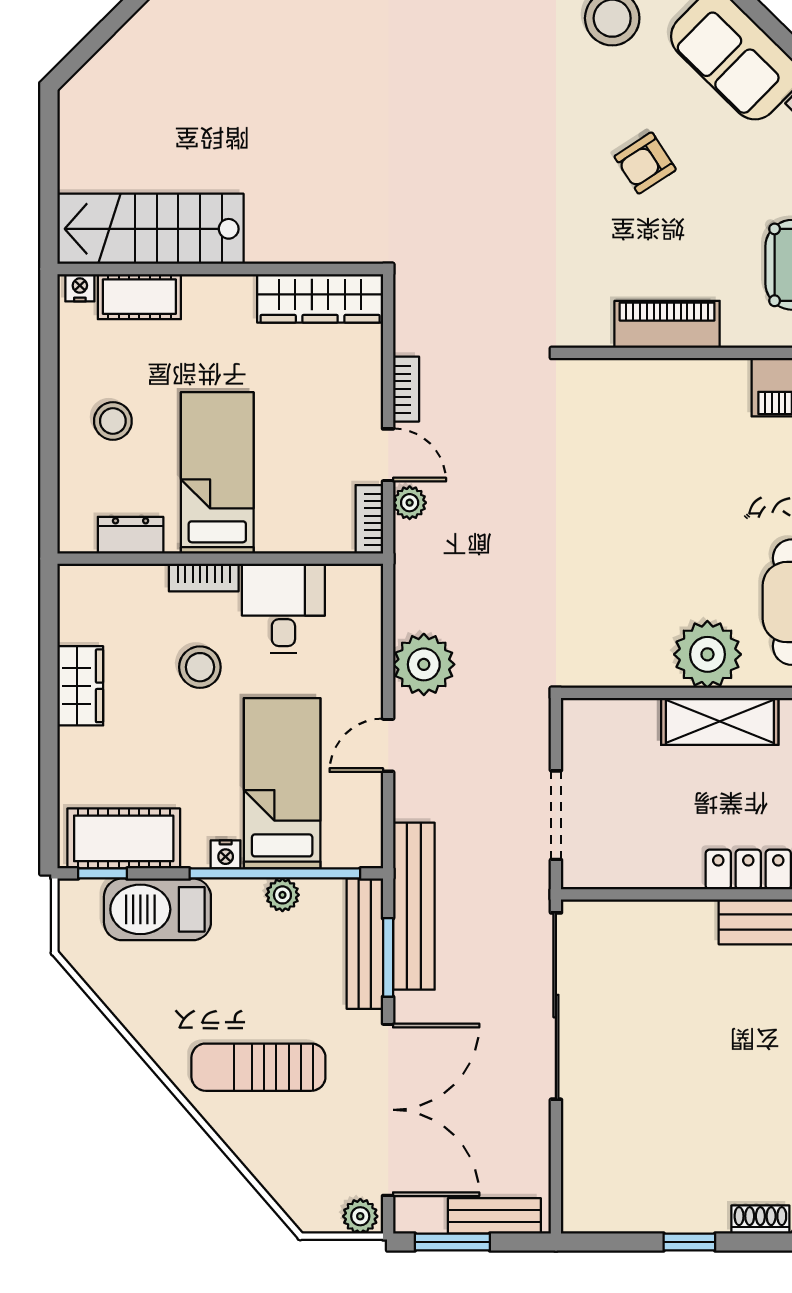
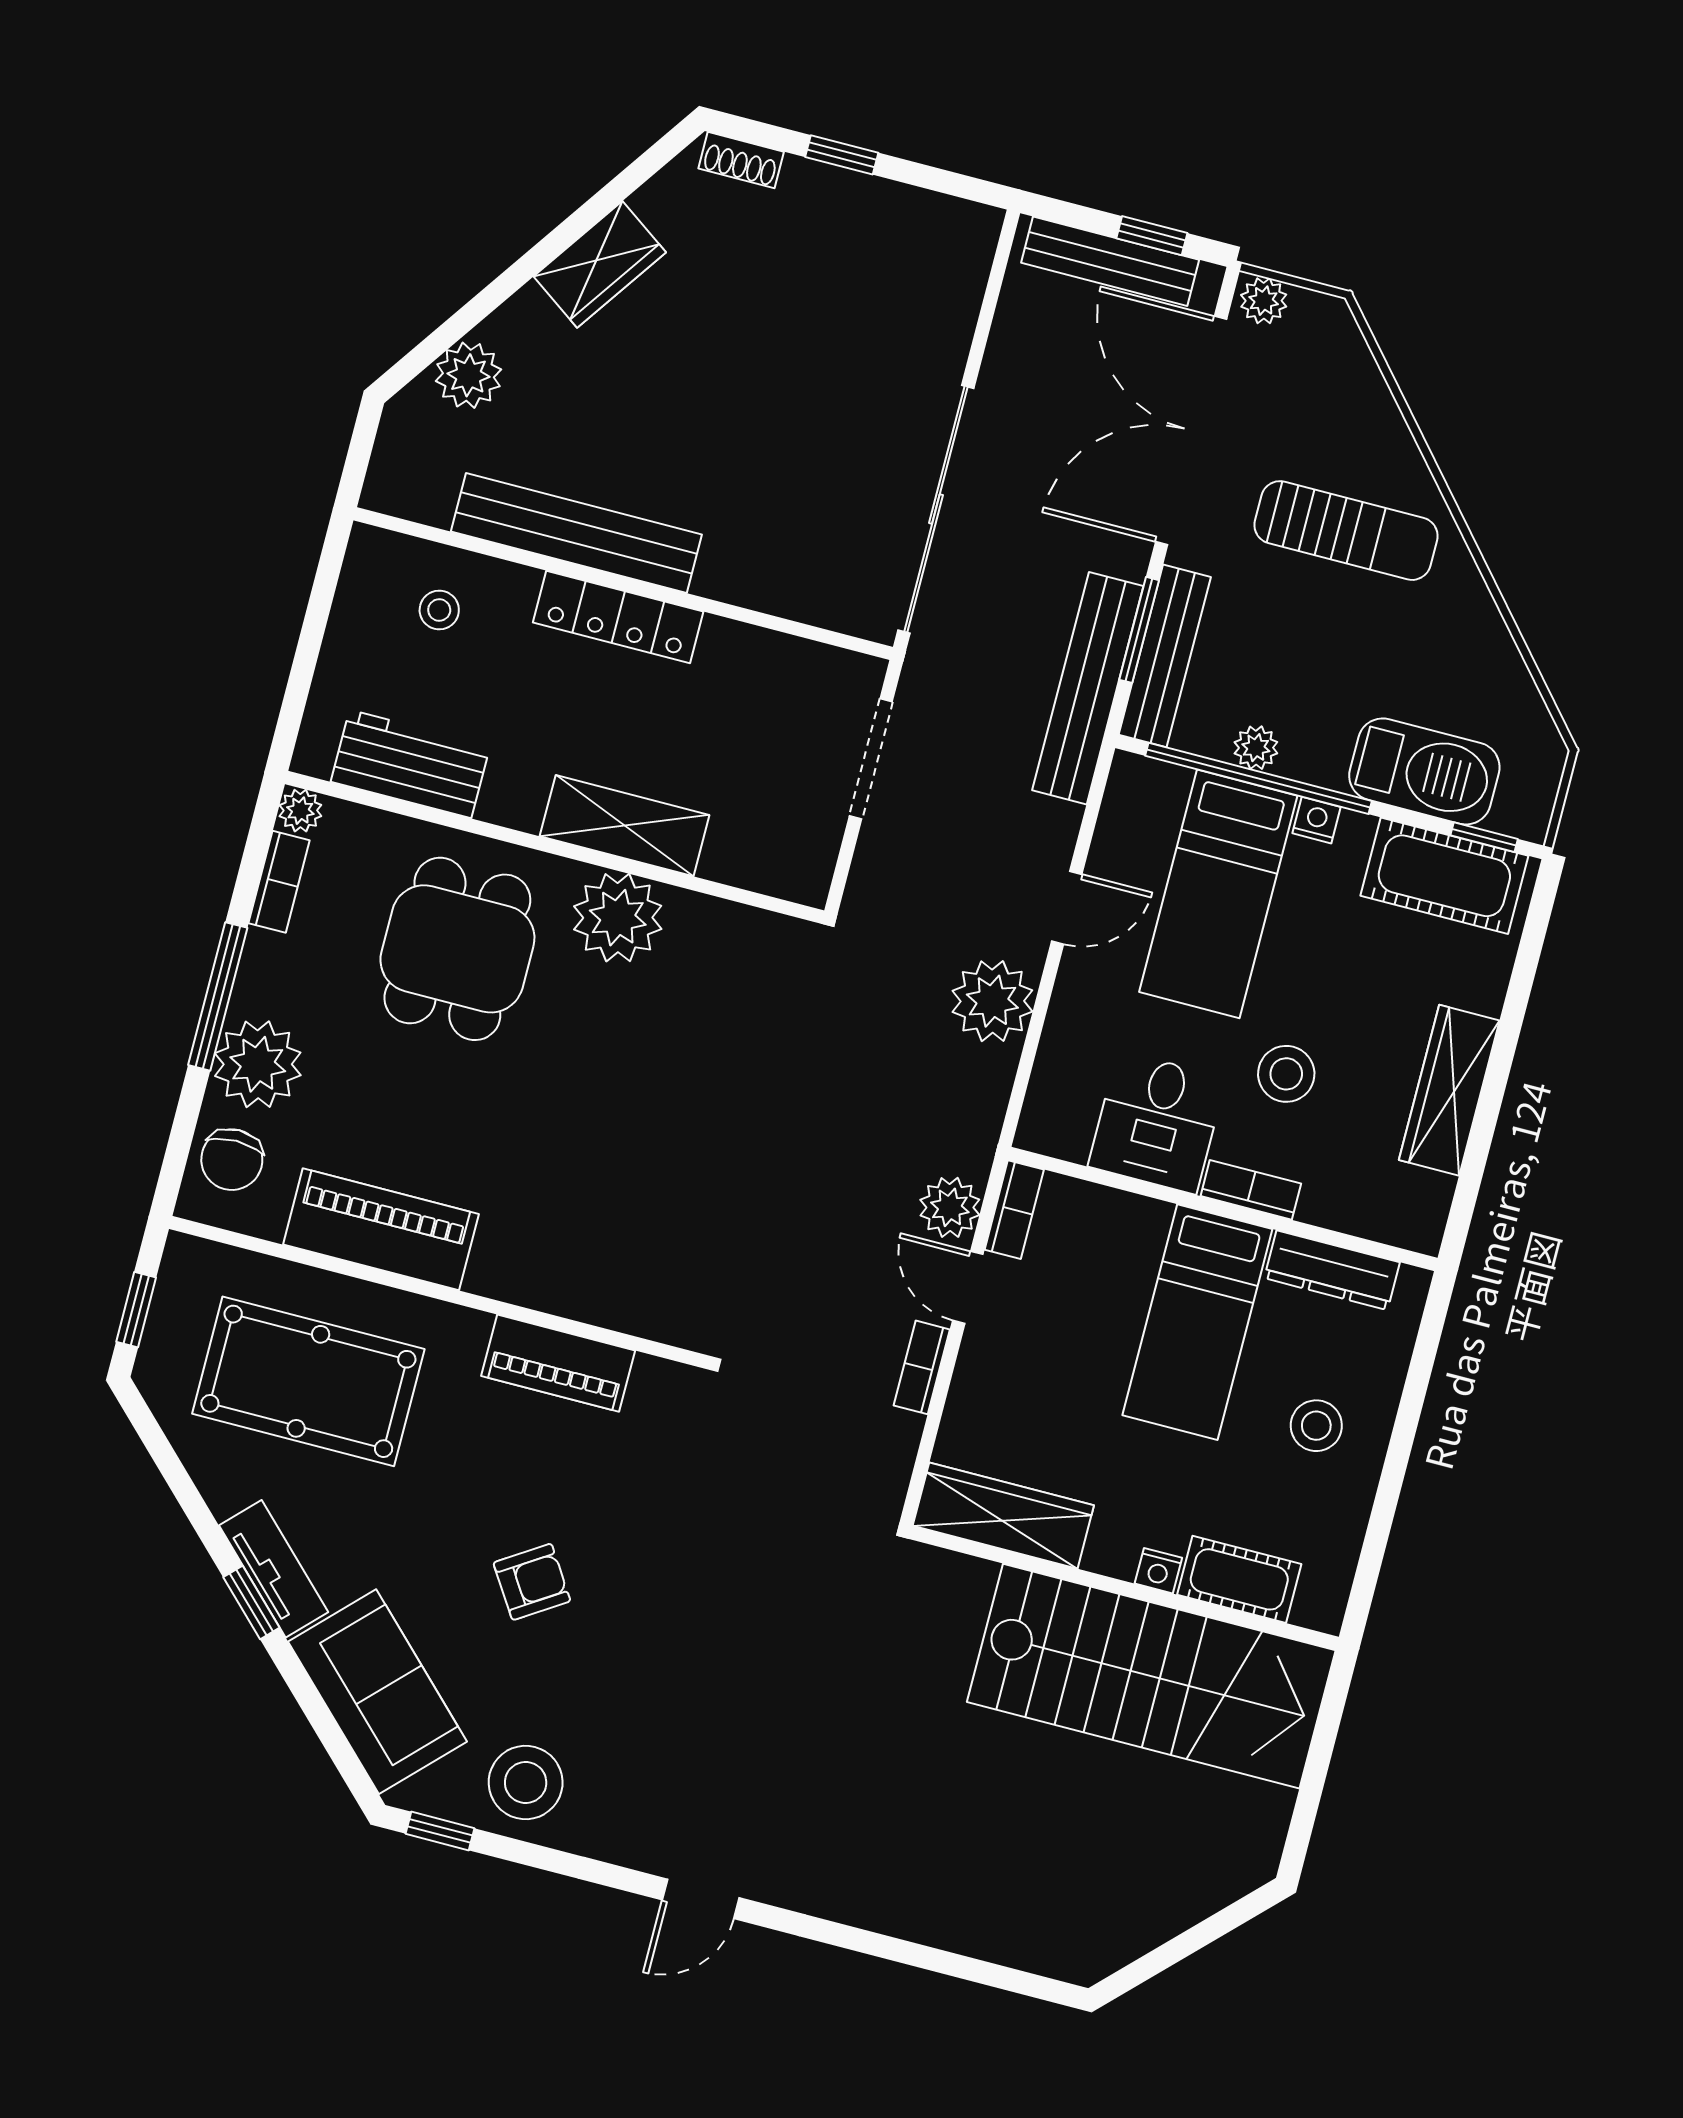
stairs: (150, 229) -> (1151, 1676), width x1.36, depth x1.51
nightstand: (80, 288) -> (1158, 1571), moved
plant: (410, 503) -> (950, 1207), width x1.38, depth x1.38
dresser: (131, 535) -> (1332, 1270), width x1.44
wardrobe: (80, 686) -> (1449, 1090), width x1.50
bench: (494, 1216) -> (1110, 261), width x1.36
window: (452, 1242) -> (1152, 236), width x0.67

